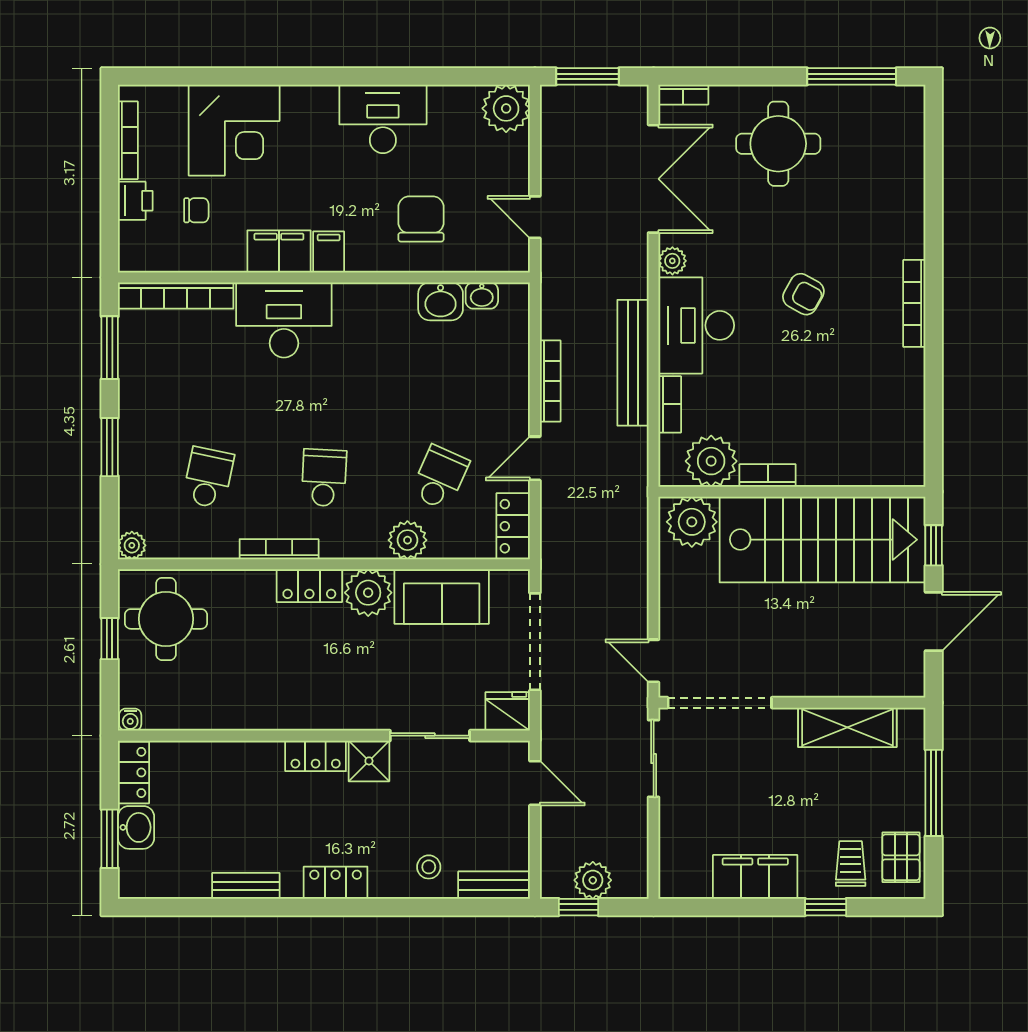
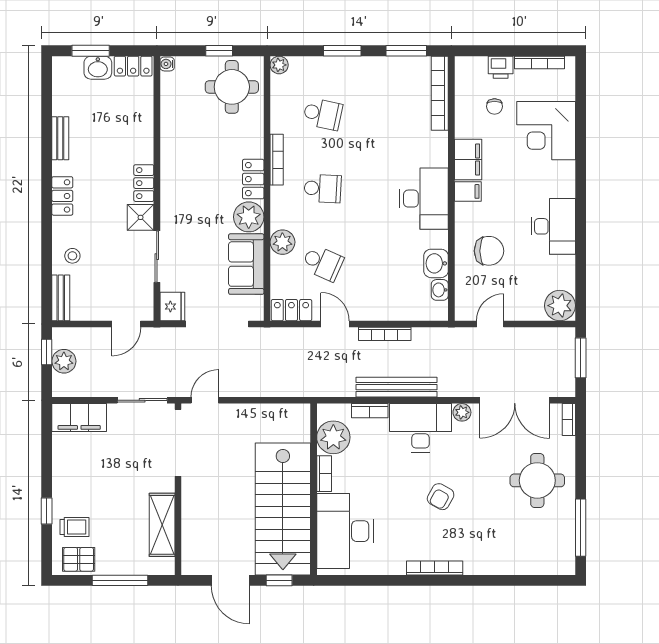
desk: (284, 320) -> (424, 199), moved
desk: (857, 443) -> (345, 531), added
plant: (692, 522) -> (294, 425), removed
filing cabinet: (755, 877) -> (79, 418), moved, turned 90

